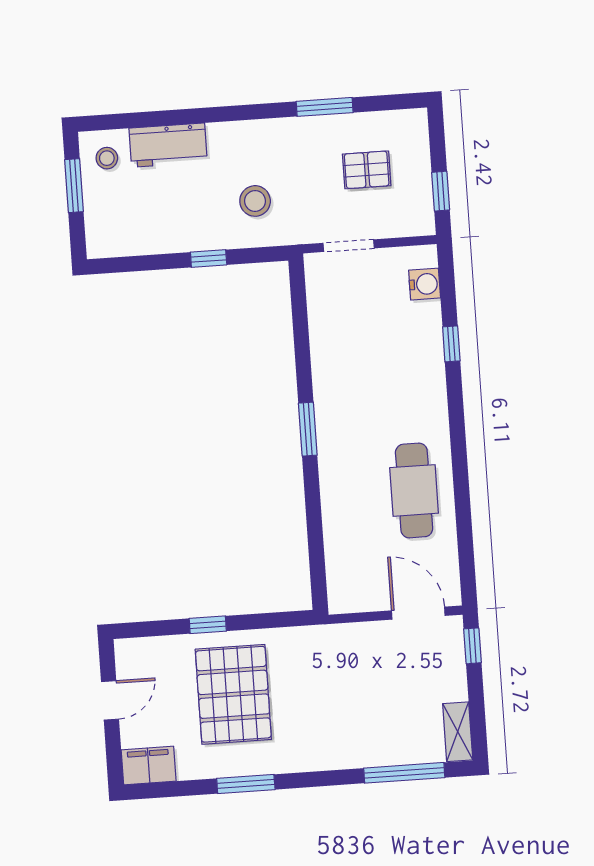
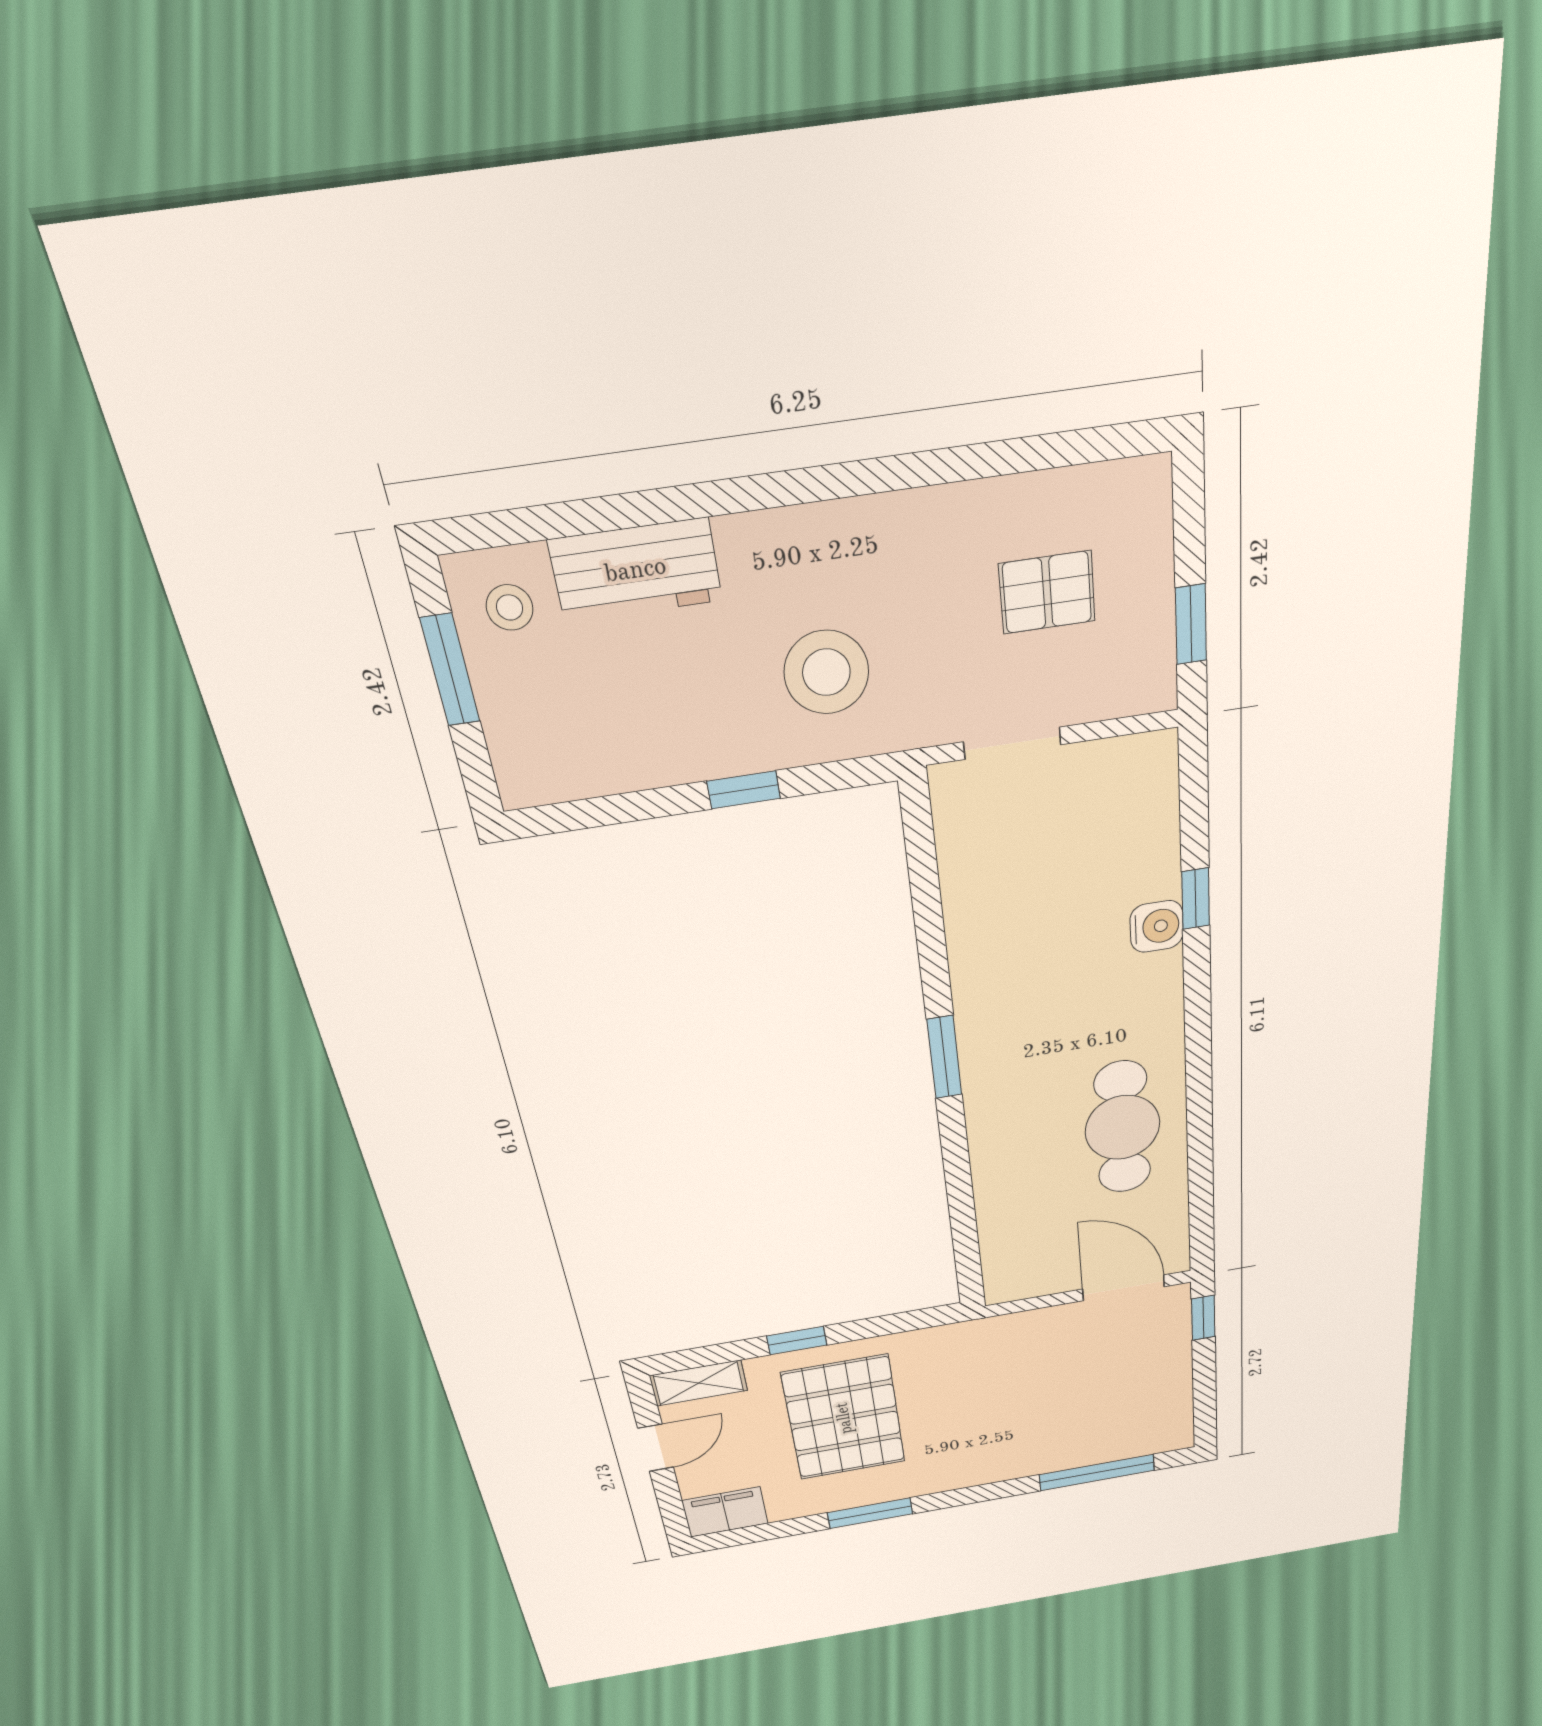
window: (325, 107) -> (960, 464), removed
stool: (255, 201) -> (826, 672), width x1.38, depth x1.38
water cooler: (425, 284) -> (1157, 926), moved
shelving: (458, 732) -> (699, 1383), moved, turned 90

